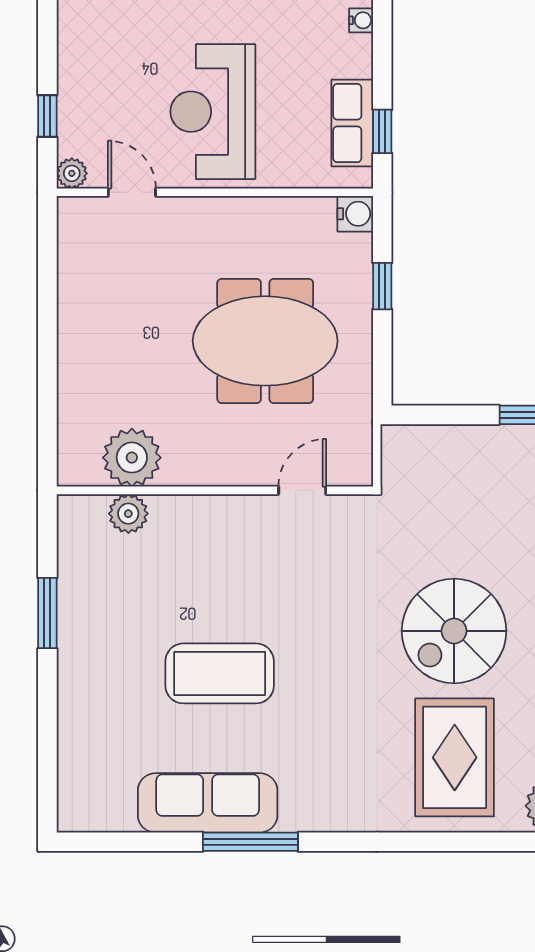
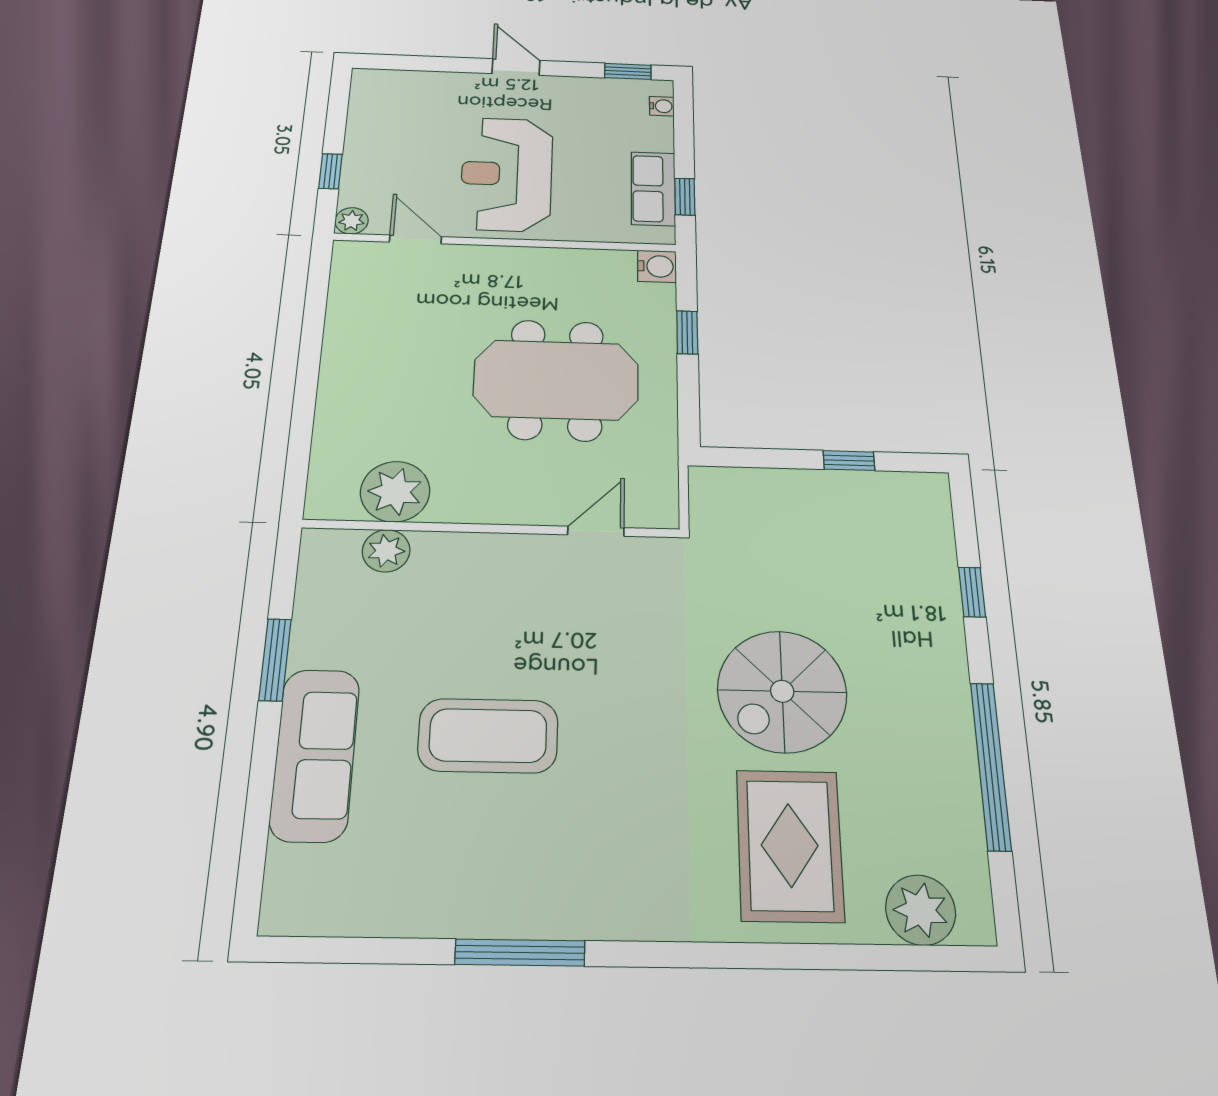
sofa: (208, 803) -> (315, 754), moved, turned 90

